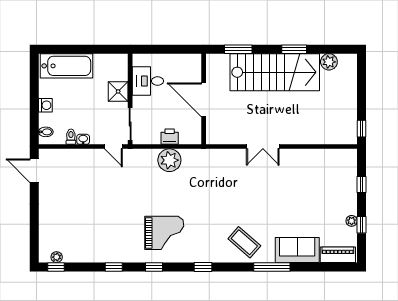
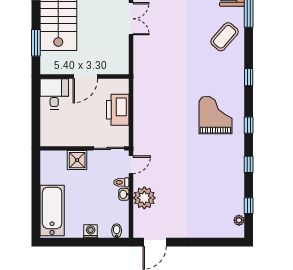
desk: (148, 81) -> (54, 94), moved, turned 180
door: (204, 100) -> (85, 77), width x0.73
toilet: (71, 137) -> (121, 182), moved
printer: (170, 137) -> (118, 110), width x1.87, depth x1.48
plant: (169, 160) -> (144, 198), moved
window: (56, 267) -> (249, 206), moved

